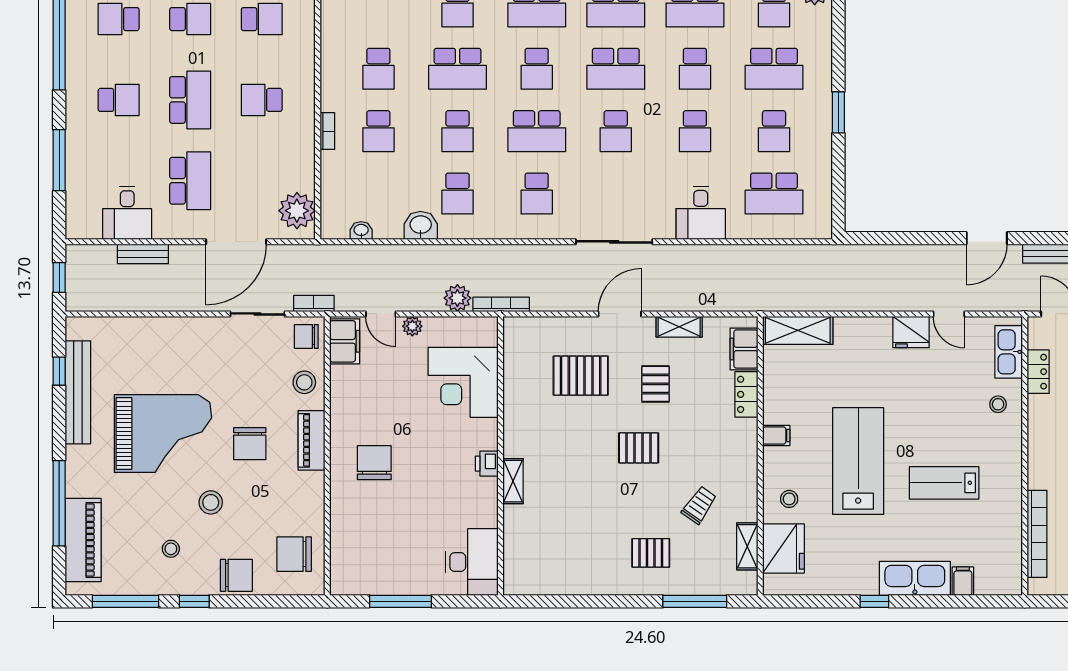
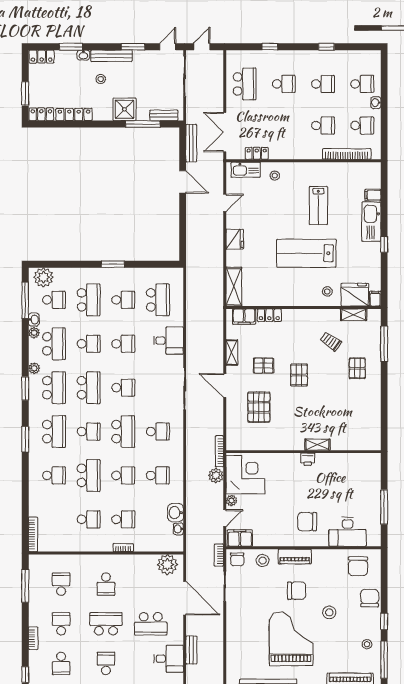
school desk: (190, 181) -> (151, 624), turned 180
washbasin: (421, 225) -> (176, 513), moved
fridge: (911, 332) -> (235, 239), moved
corner desk: (463, 382) -> (245, 475), moved, turned -90
filing cabinet: (776, 436) -> (375, 299), moved
stool: (171, 549) -> (367, 644), moved
desk: (472, 562) -> (348, 532), moved, turned 180

